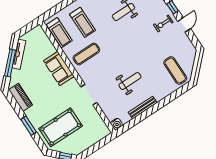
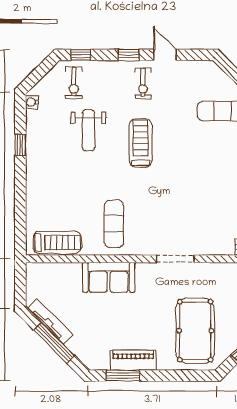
treadmill: (83, 22) -> (141, 143), moved, turned -90
weight bench: (130, 81) -> (194, 187), removed
piano: (21, 97) -> (133, 360), moved
window: (29, 126) -> (123, 376), moved

